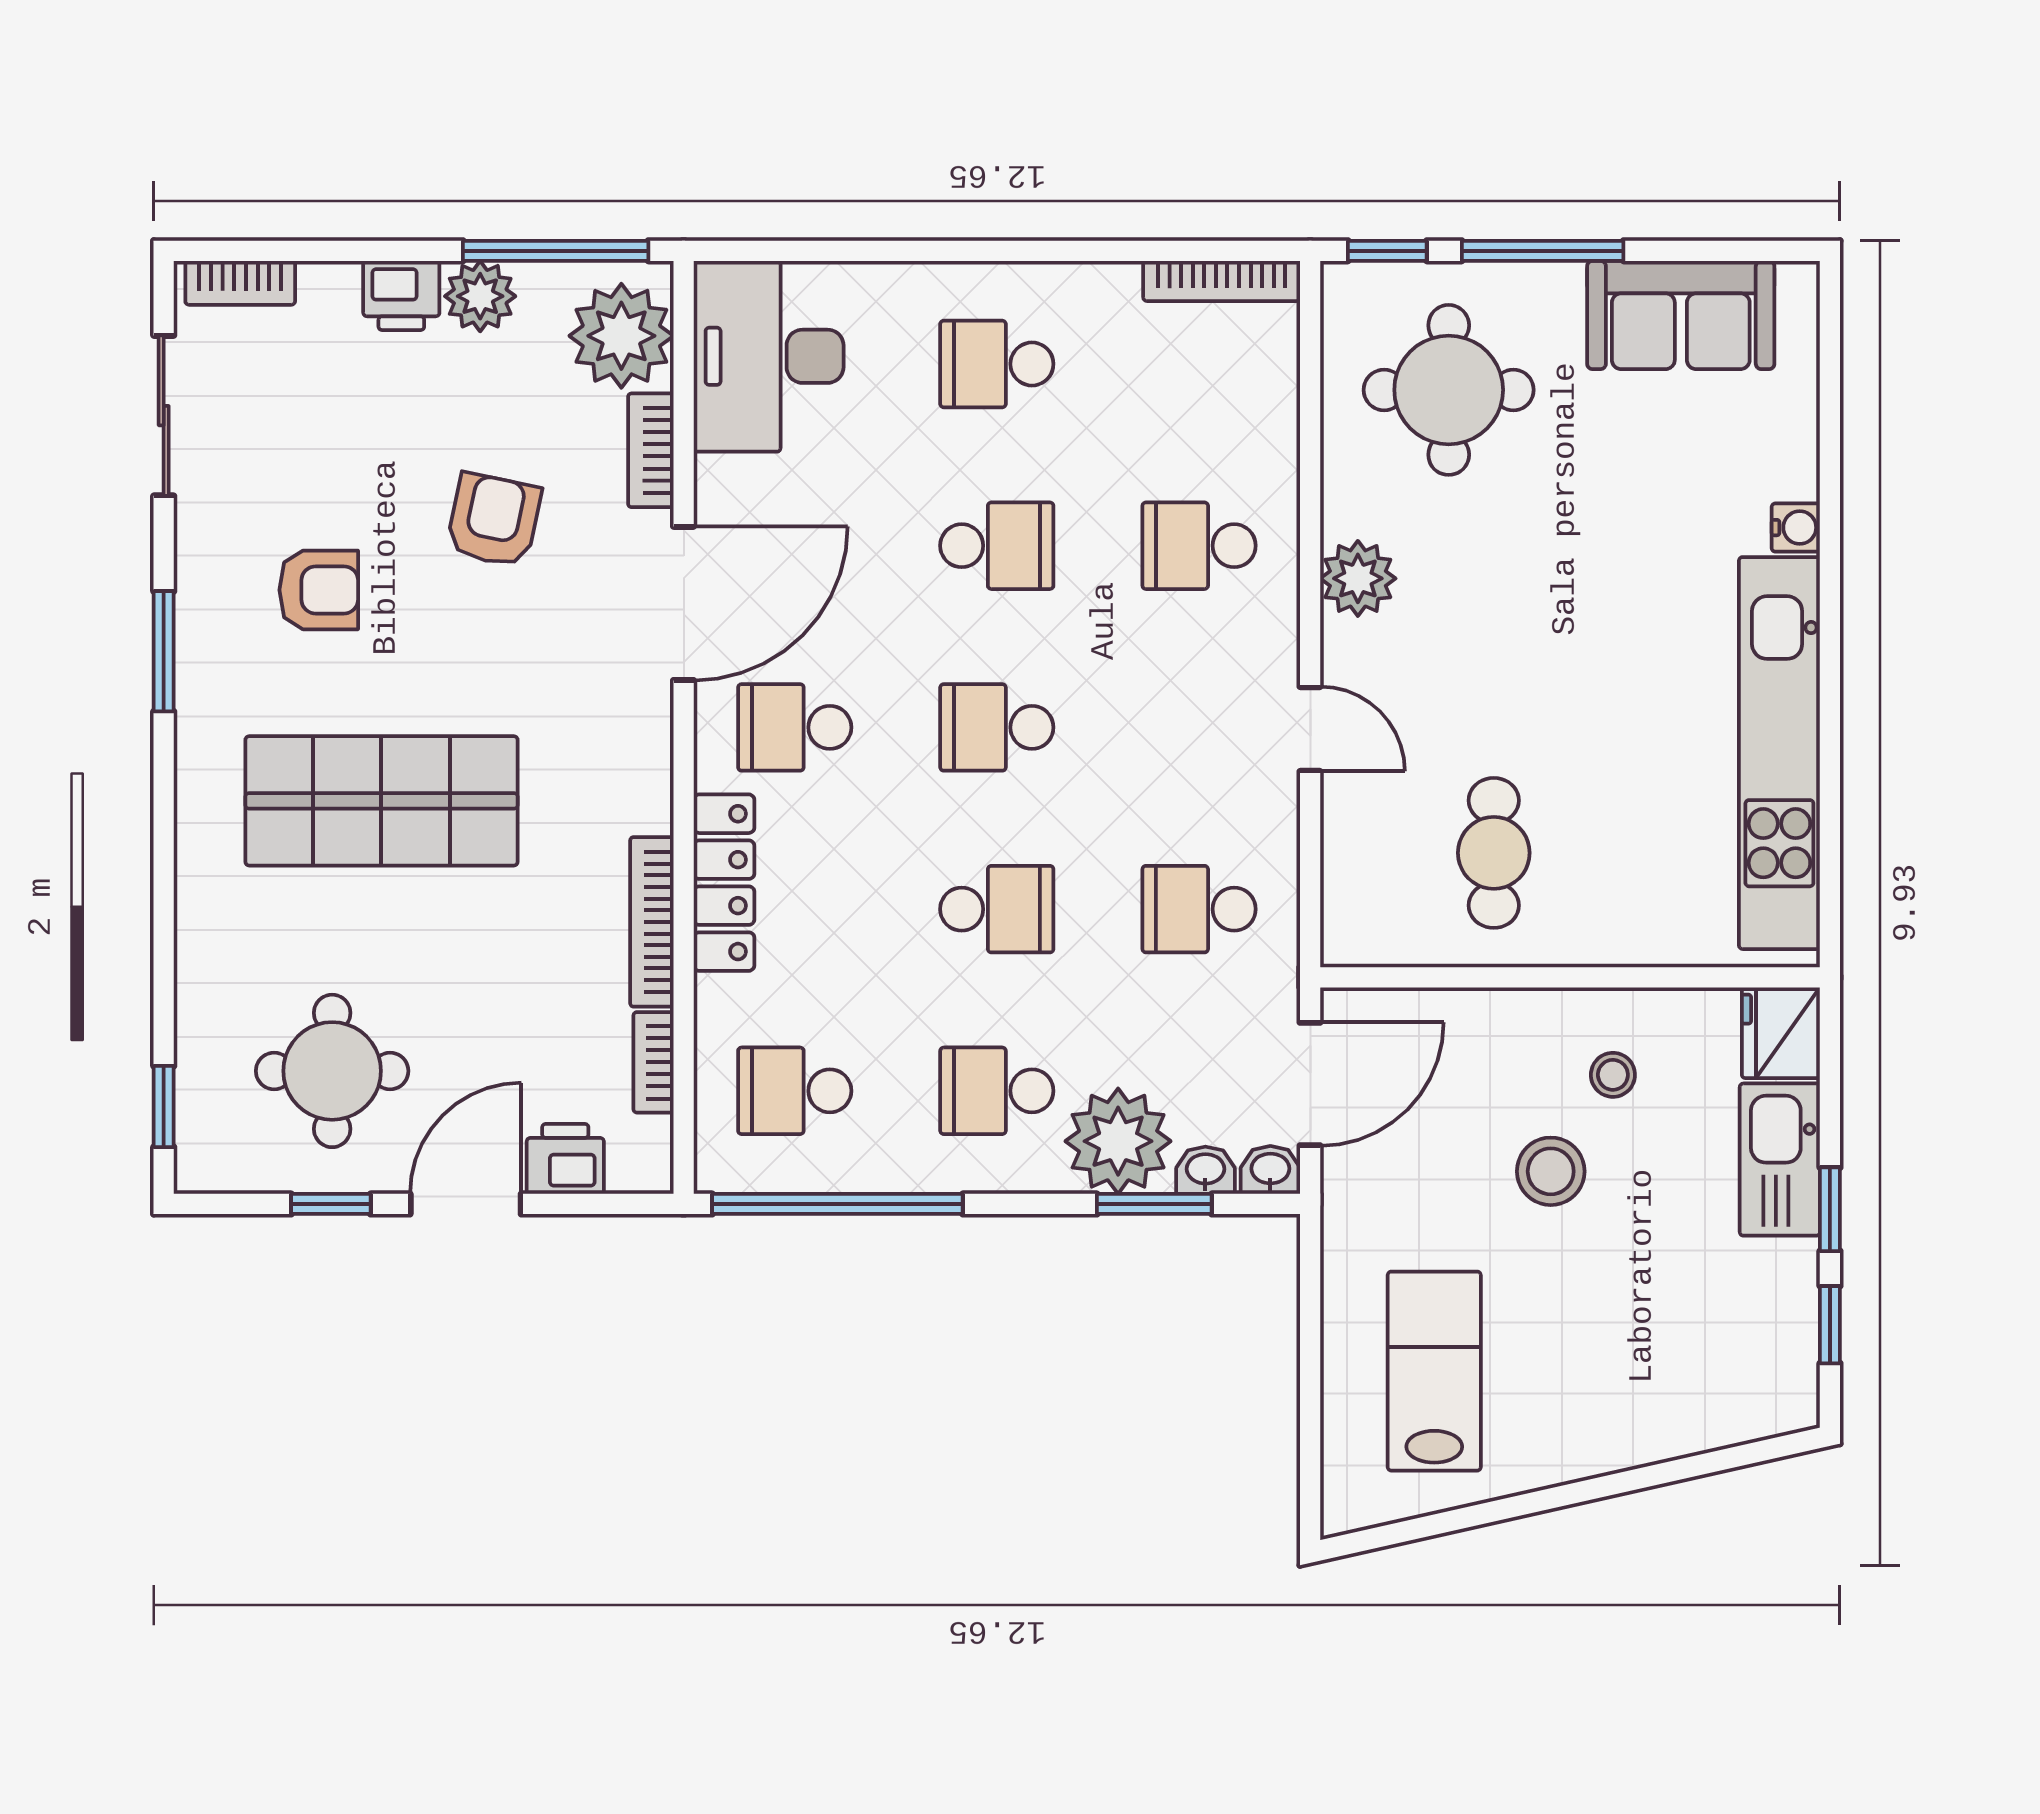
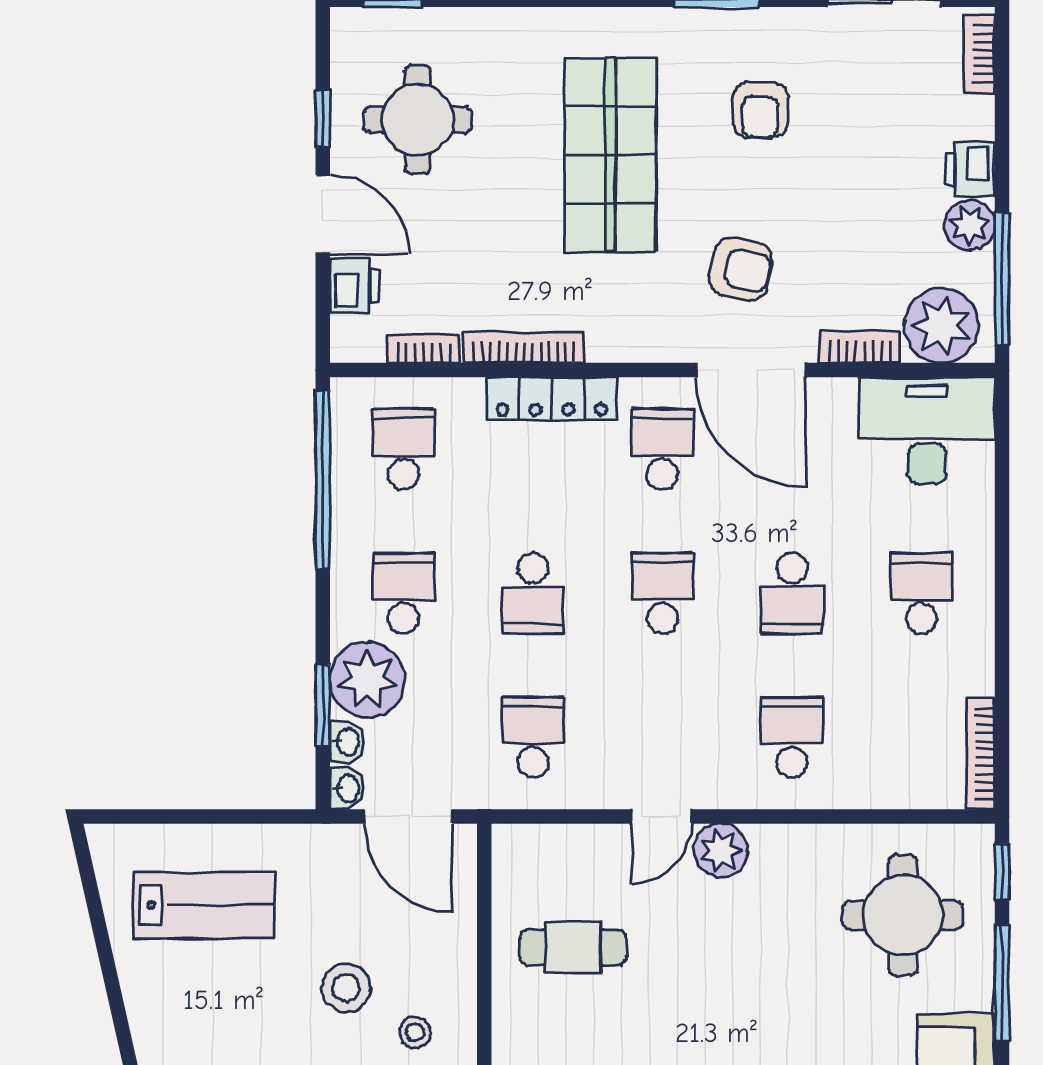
armchair: (494, 520) -> (741, 269), moved
plant: (1358, 578) -> (721, 851), moved

